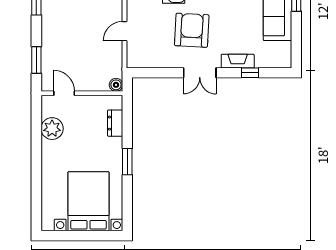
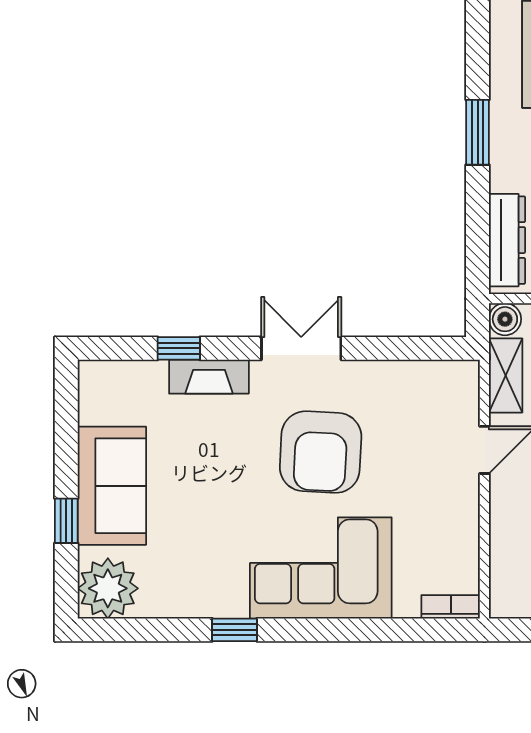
shelving: (116, 62) -> (506, 375), added
dresser: (115, 123) -> (507, 240), width x1.44

